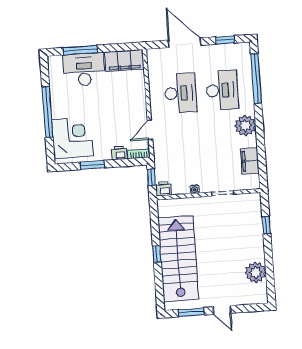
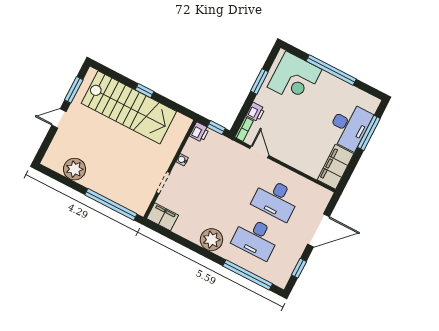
filing cabinet: (250, 161) -> (163, 217), moved
window: (266, 225) -> (111, 204), width x3.17

